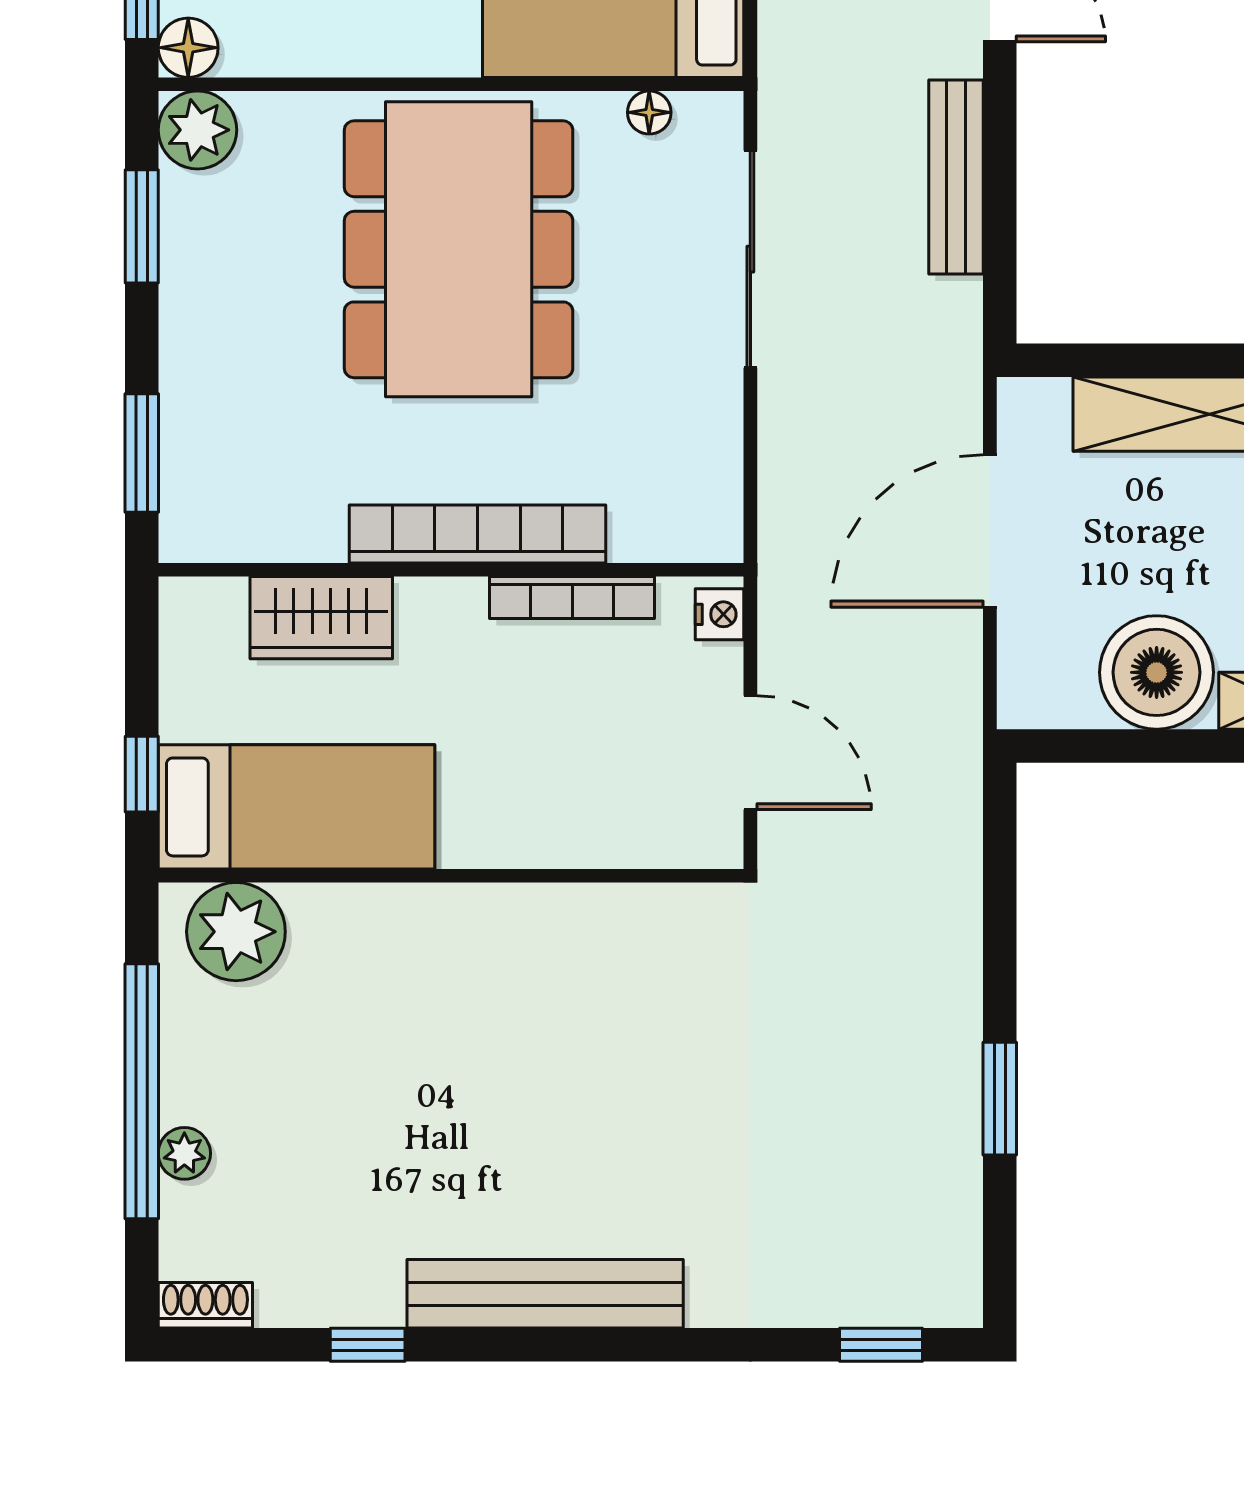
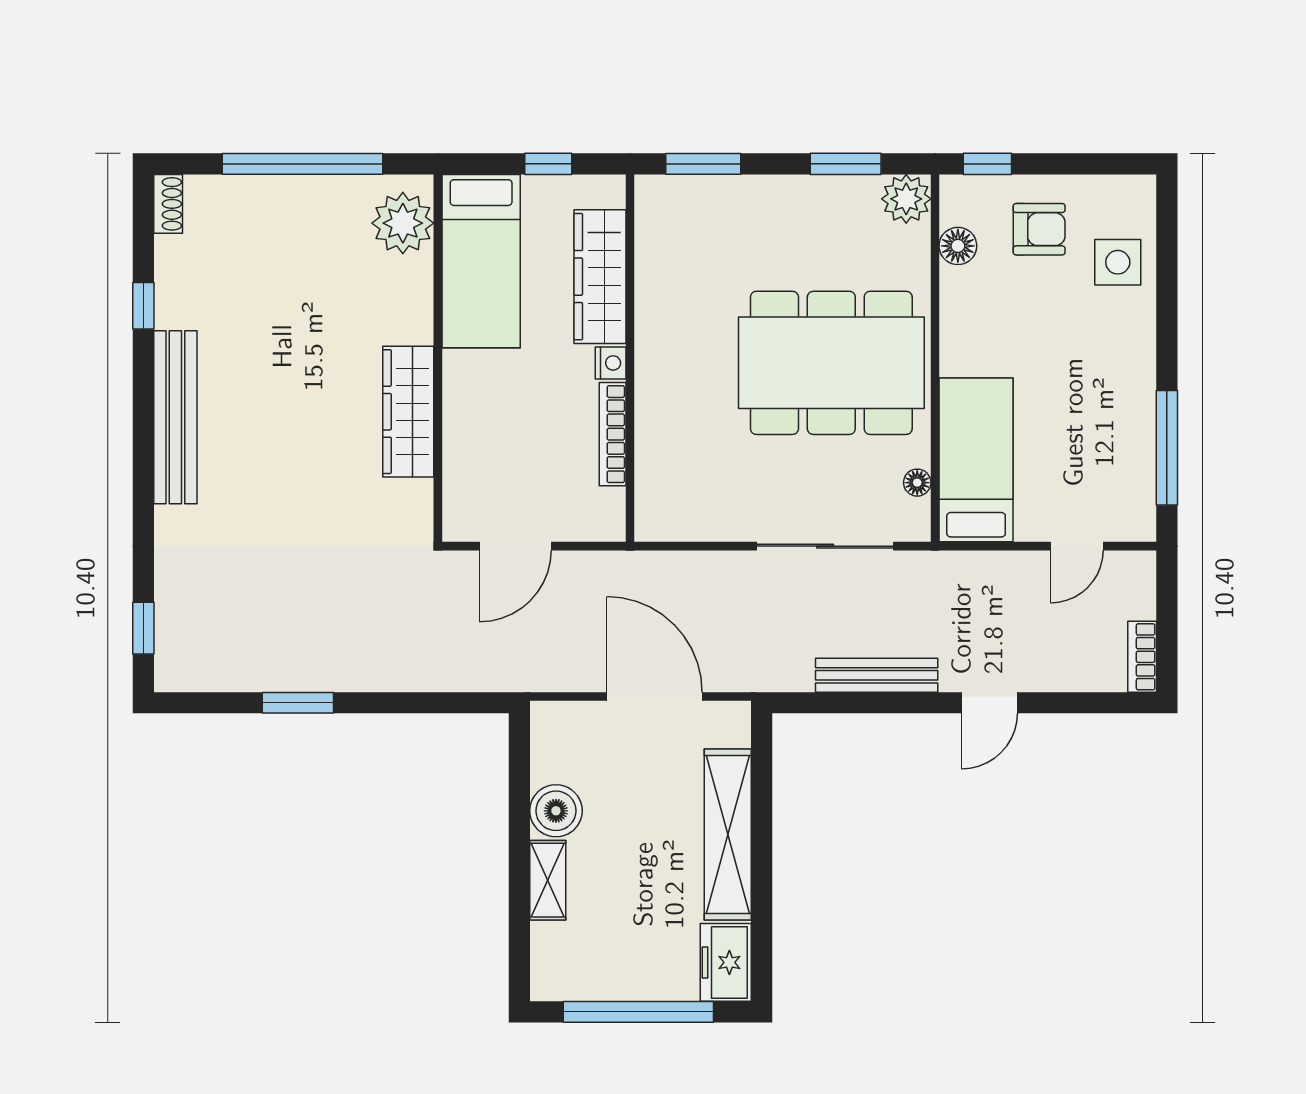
floor lamp: (188, 48) -> (958, 246), moved
bookcase: (477, 534) -> (652, 375), removed
nightstand: (720, 614) -> (611, 363), moved, turned -90
wardrobe: (321, 618) -> (600, 277), width x1.50
boiler: (1157, 672) -> (556, 811), width x0.73, depth x0.73
window: (142, 774) -> (548, 164), moved
wardrobe: (536, 923) -> (408, 412), added
plant: (184, 1153) -> (263, 191), removed

